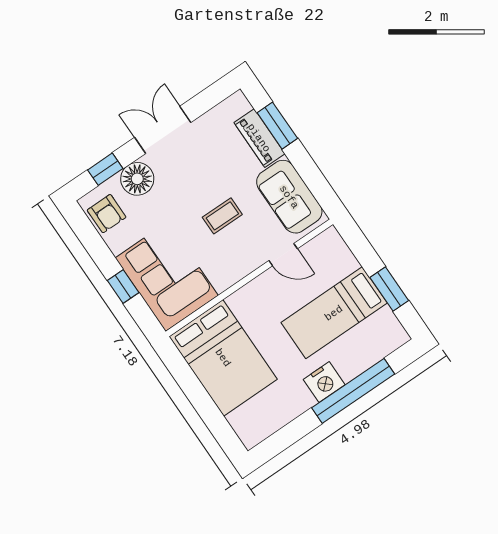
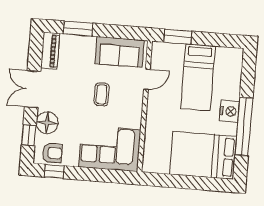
piano: (259, 138) -> (50, 51), moved, turned -90
window: (123, 286) -> (54, 171), moved
window: (389, 289) -> (178, 37), moved
bed: (223, 358) -> (203, 155), moved, turned 180
window: (353, 391) -> (244, 126), moved

